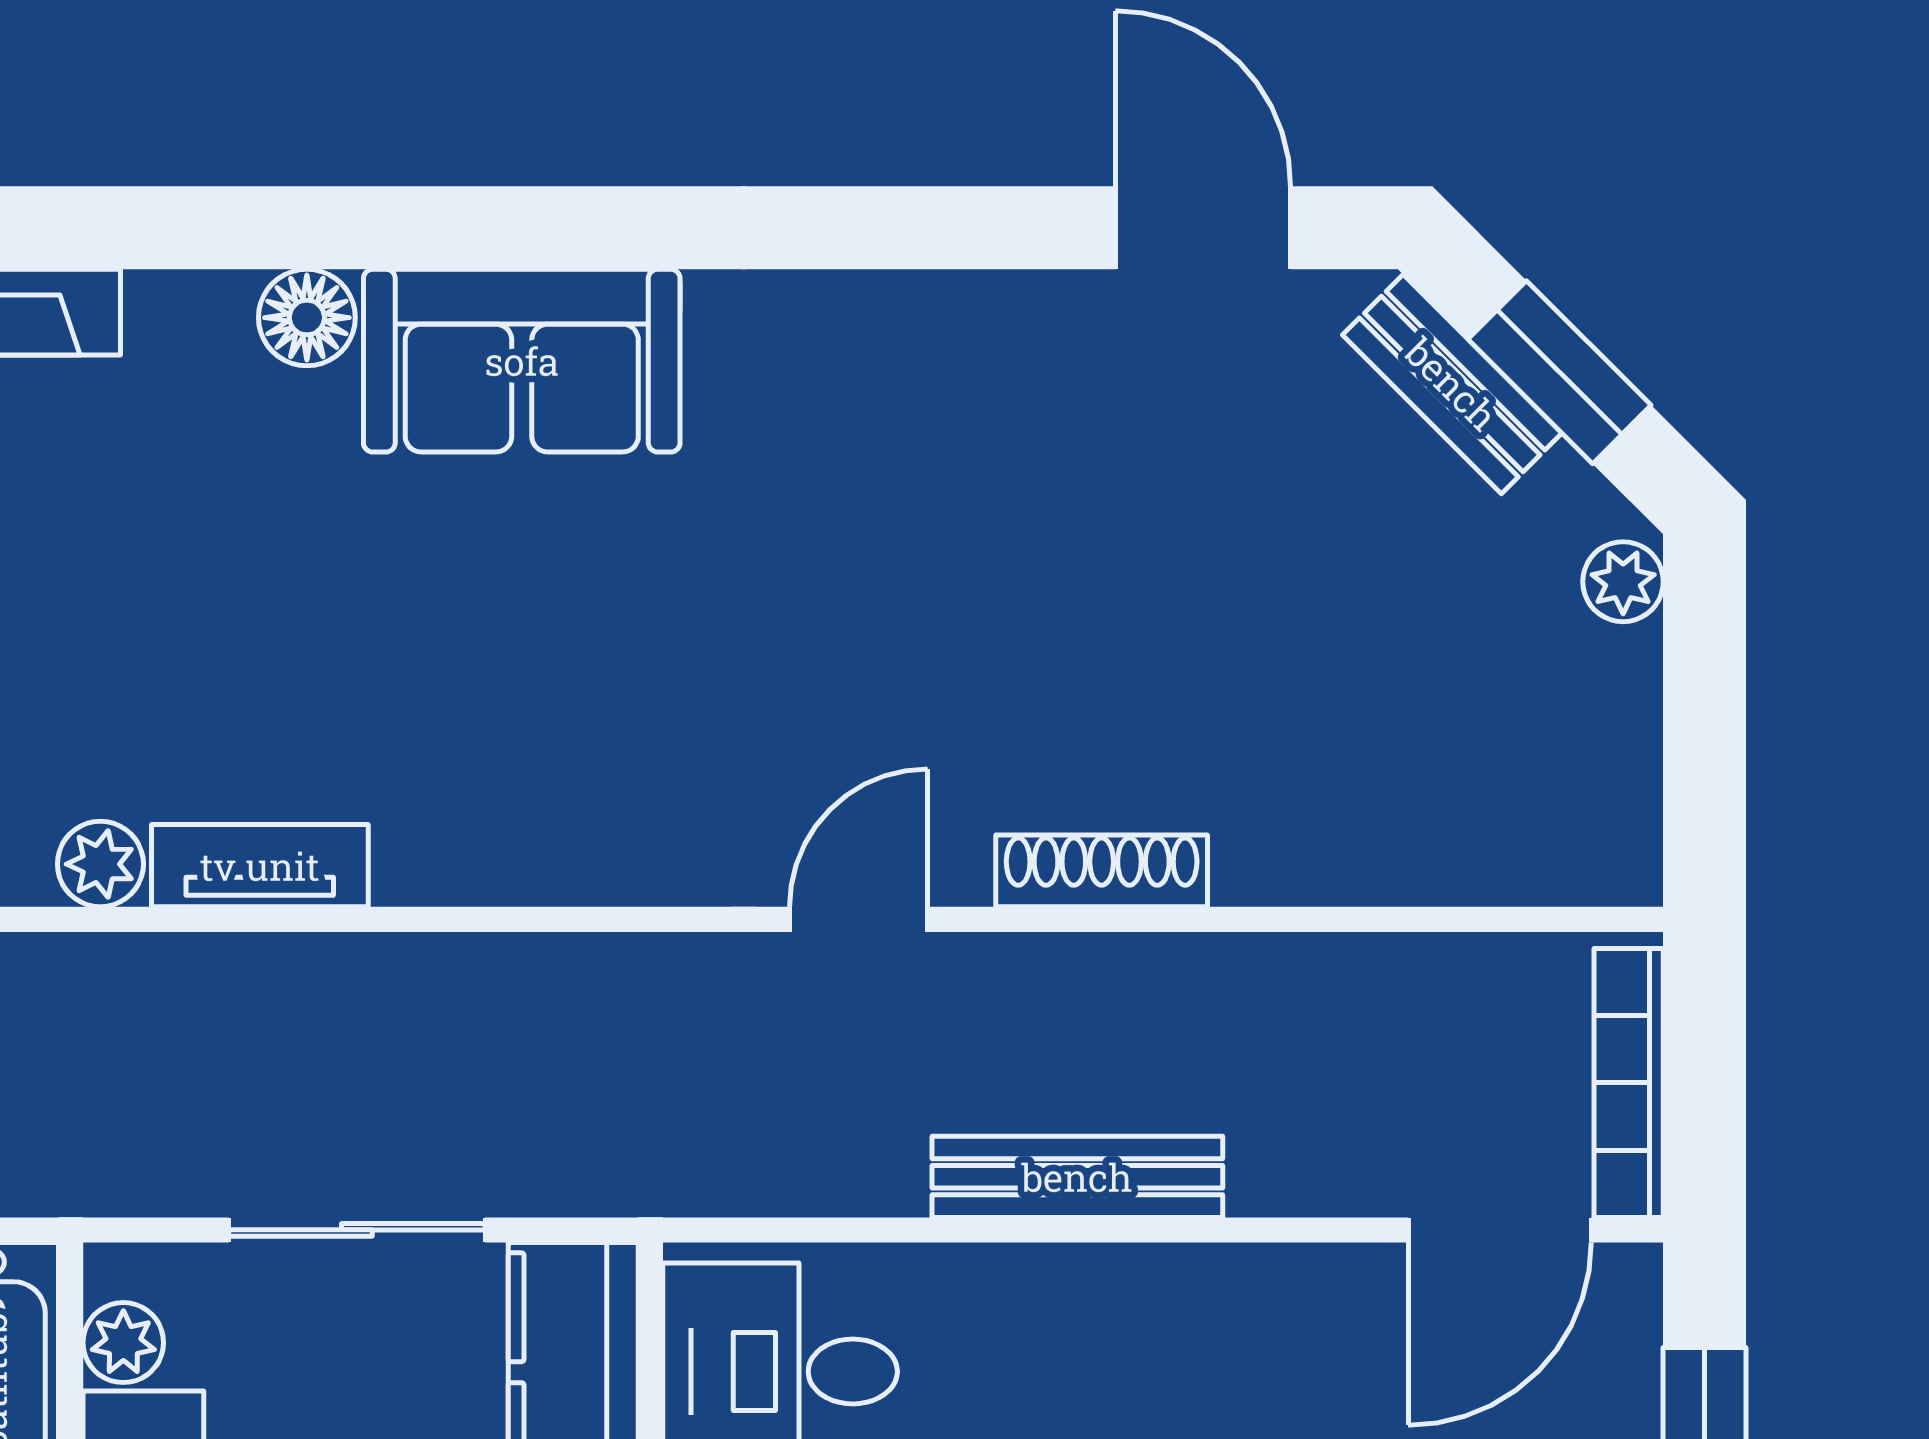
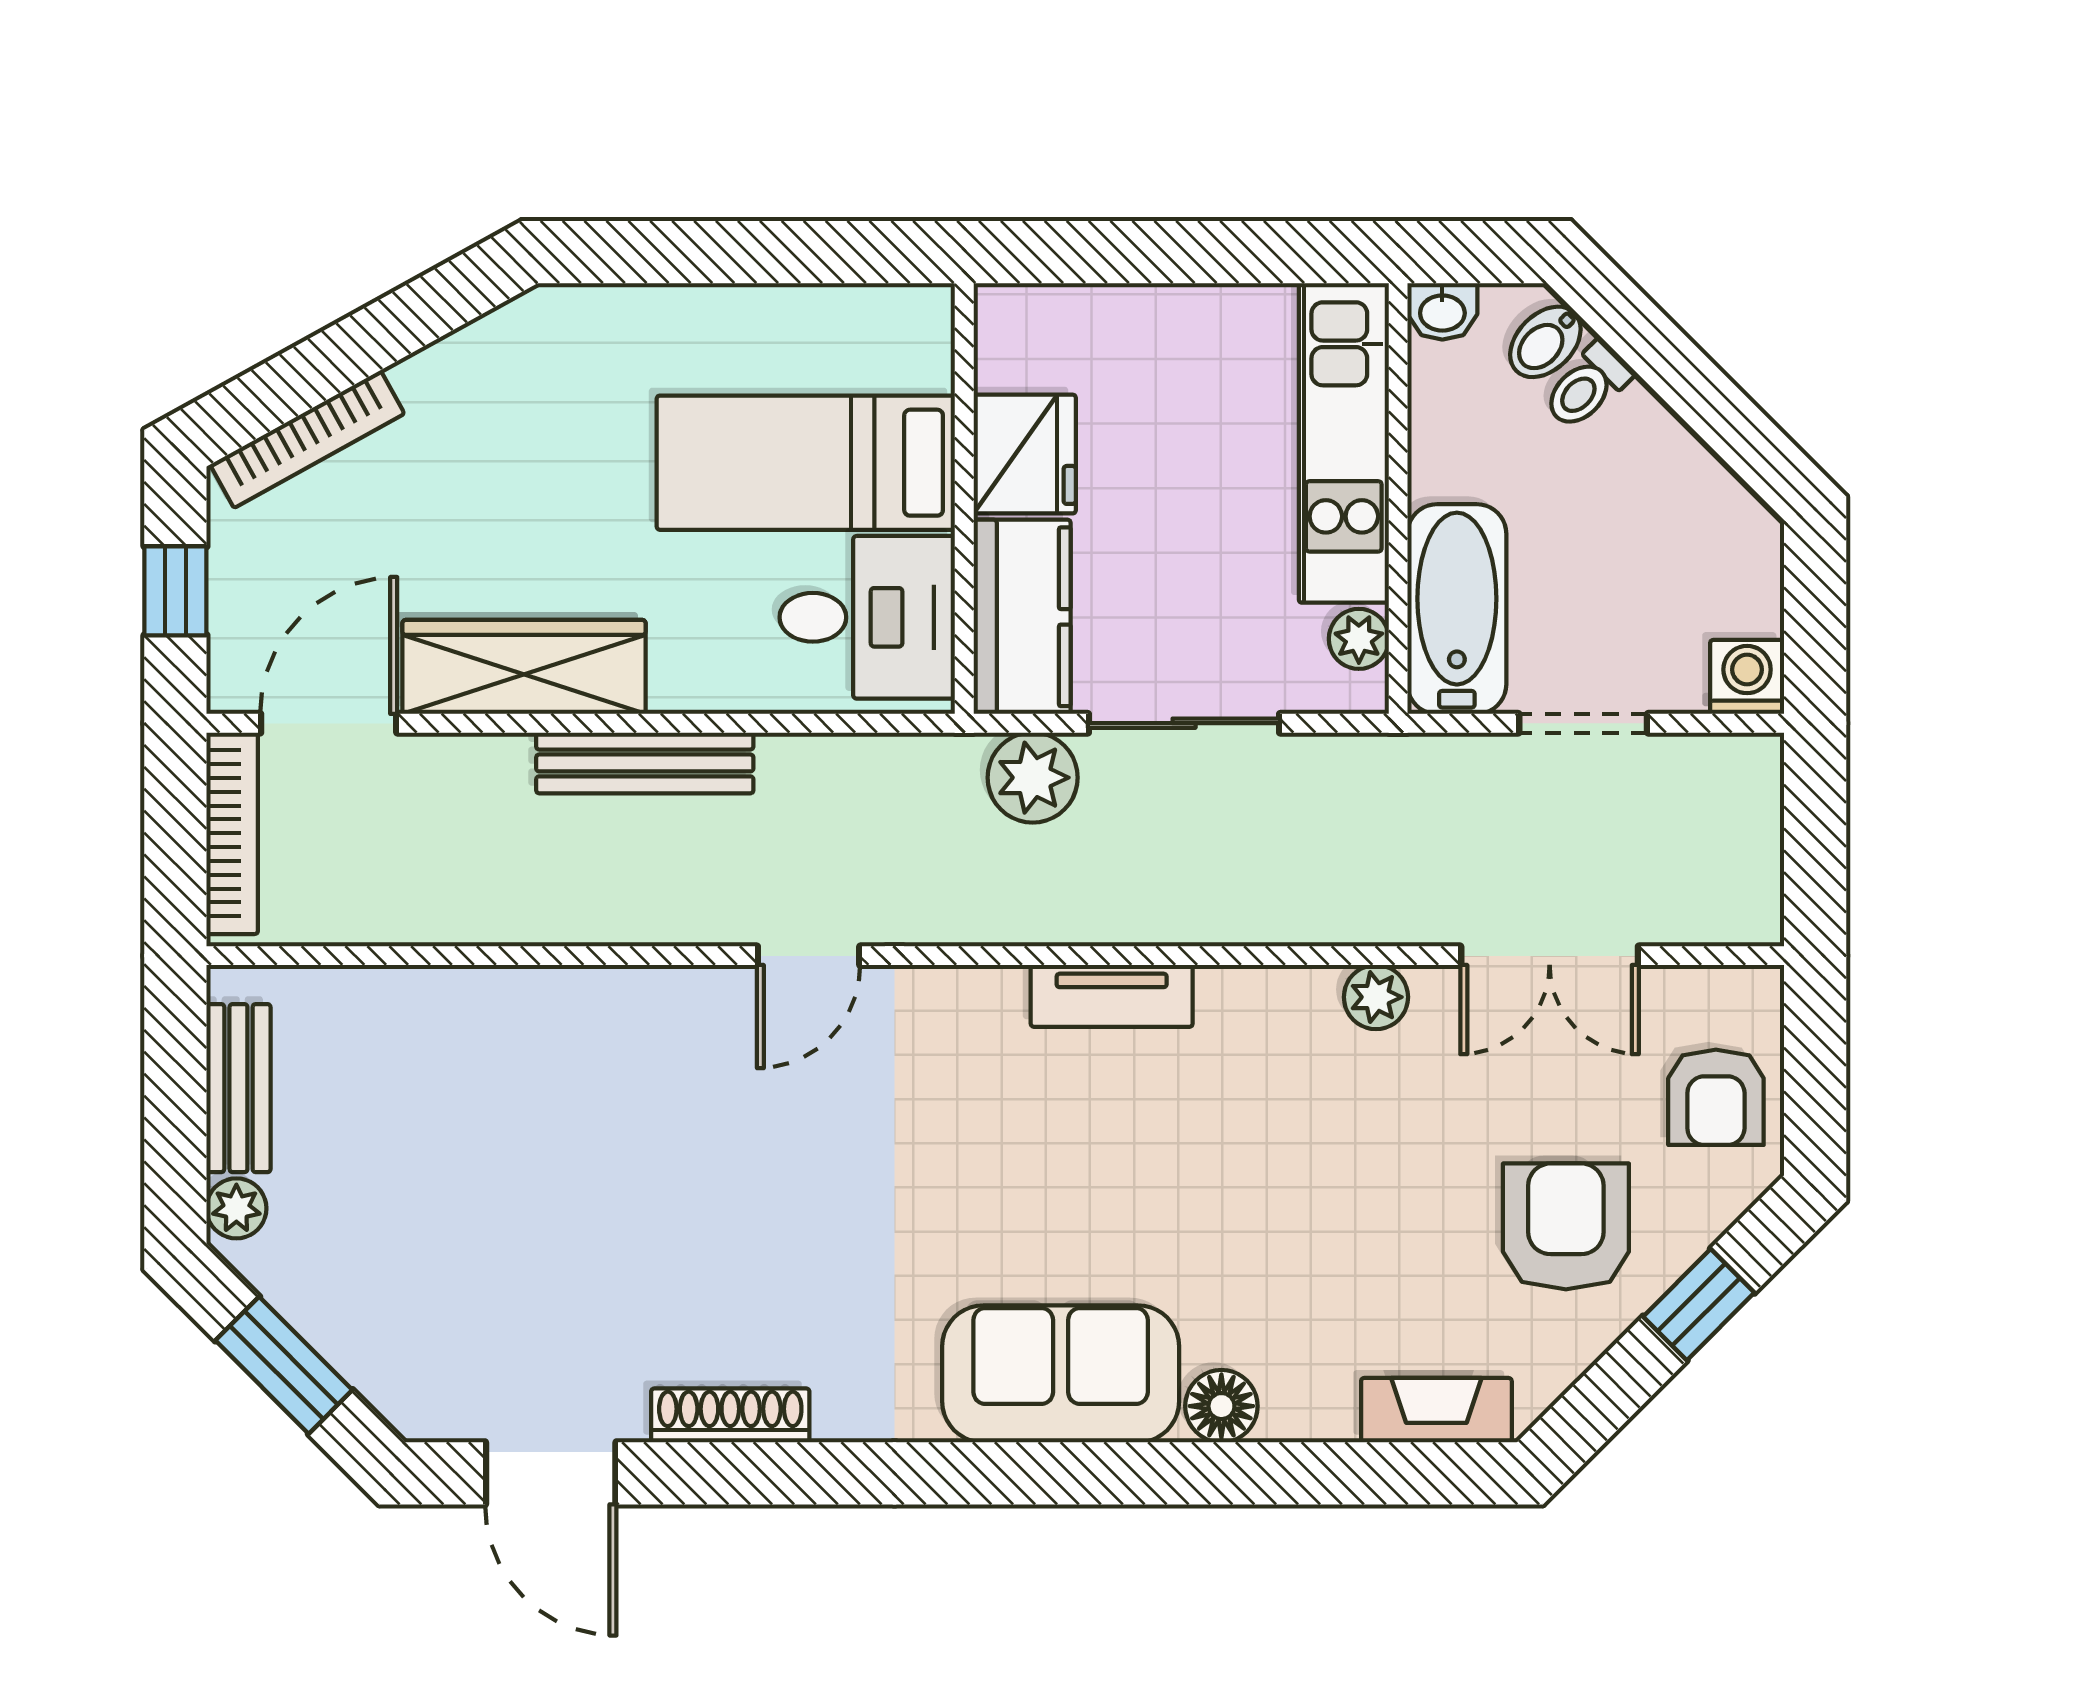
bench: (1452, 384) -> (238, 1088), moved, turned 45
tv unit: (260, 866) -> (1112, 996), moved
shoe rack: (1102, 871) -> (730, 1415), moved, turned 180
plant: (559, 1157) -> (1033, 778), added
wardrobe: (1239, 1305) -> (524, 667), added

